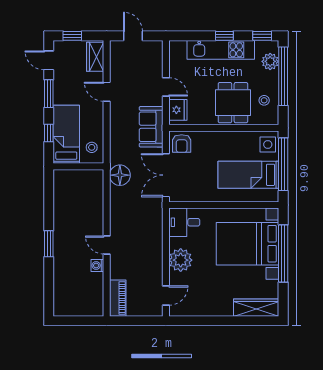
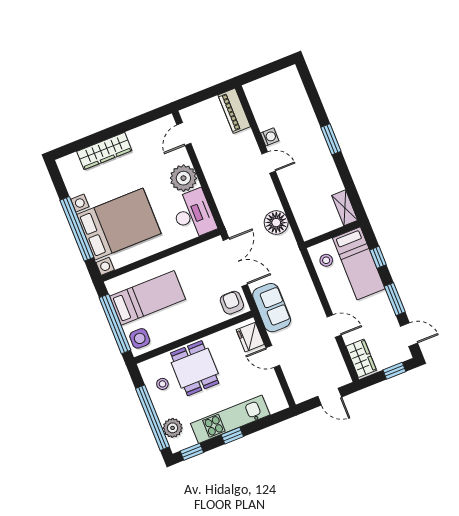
floor lamp: (120, 175) -> (276, 223), moved
shelving: (60, 184) -> (345, 208), added
desk: (184, 222) -> (193, 214), width x1.37
wardrobe: (256, 308) -> (104, 151), moved

